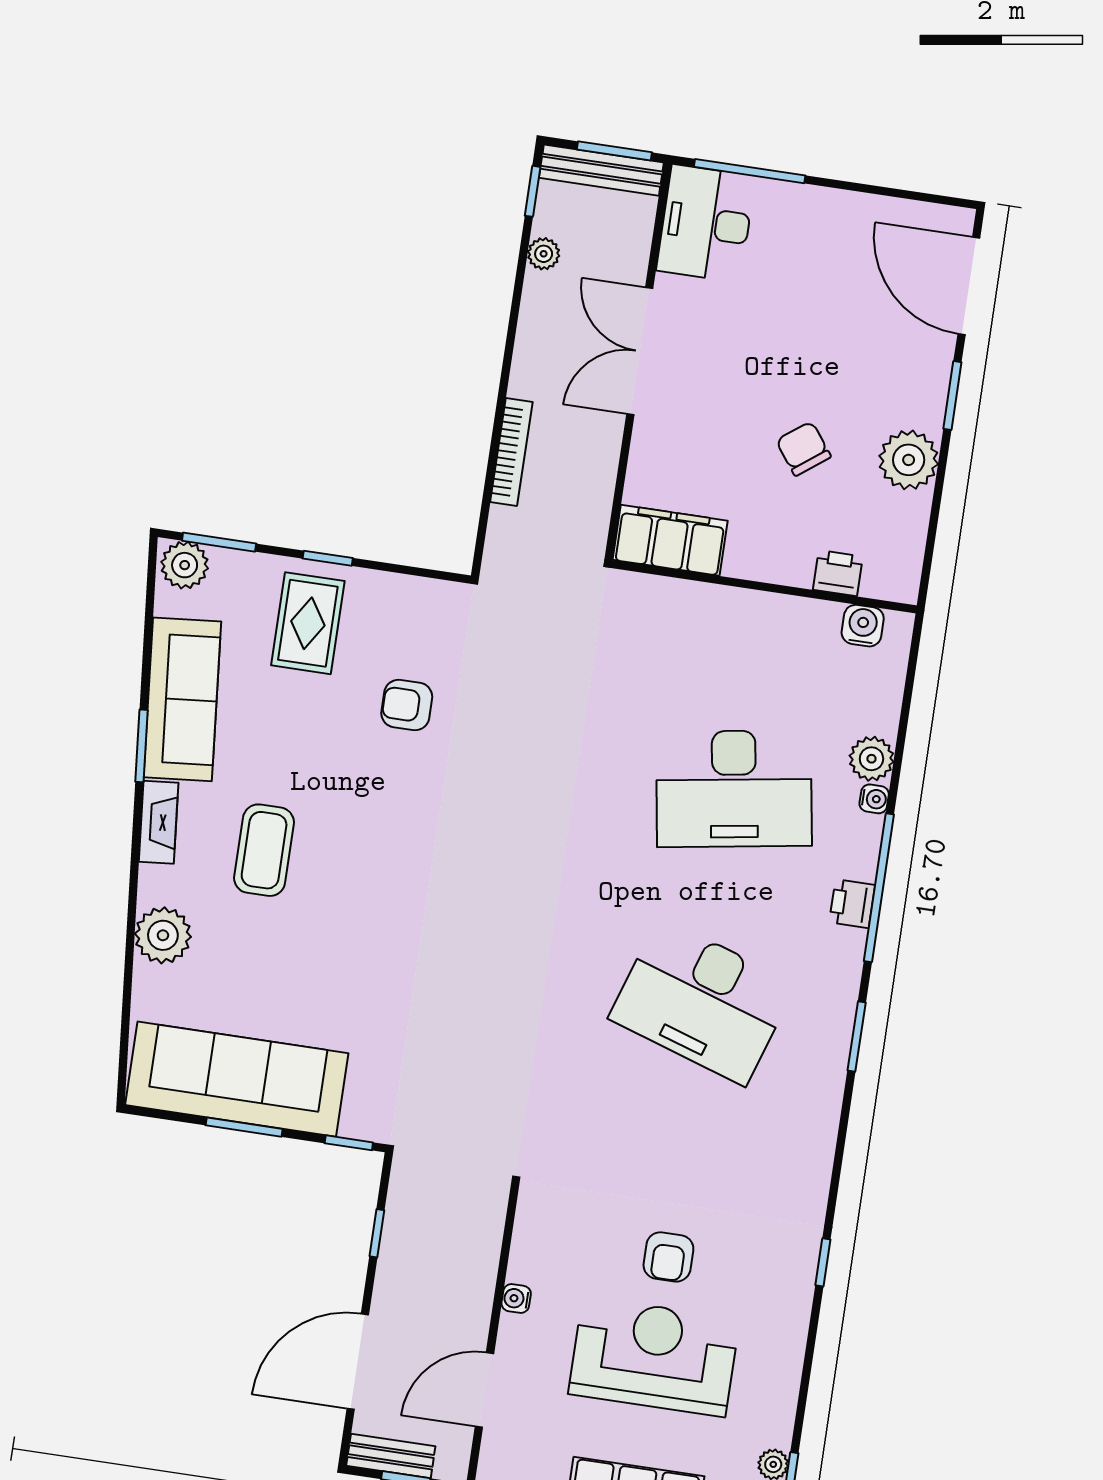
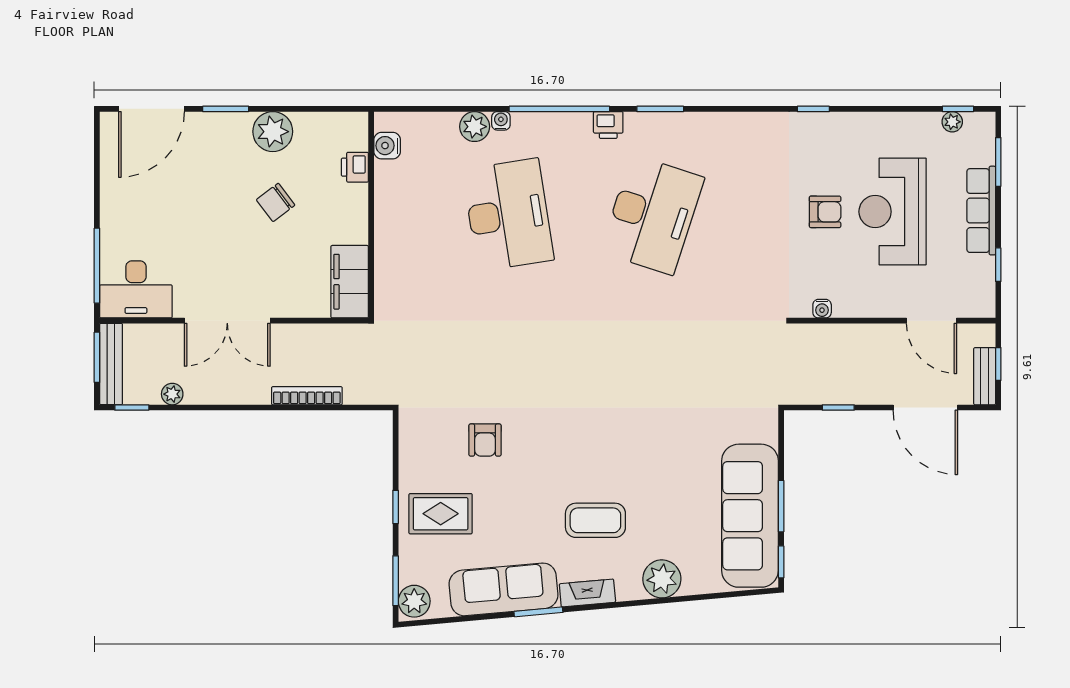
printer: (852, 904) -> (608, 125), moved
window: (349, 1143) -> (781, 562), moved
water cooler: (516, 1299) -> (822, 309), moved

